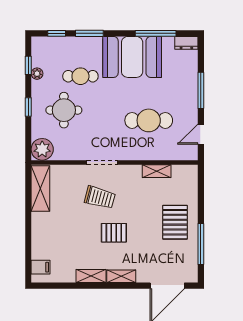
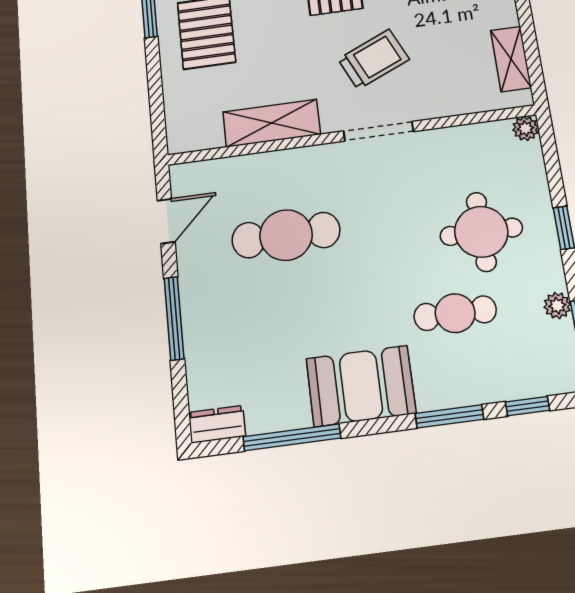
booth: (132, 57) -> (361, 386), width x0.73, depth x0.70
plant: (42, 149) -> (526, 128), width x0.53, depth x0.53
shelving: (157, 171) -> (272, 123), width x1.50, depth x1.33
shelving: (40, 188) -> (511, 59), width x0.67, depth x0.75
trolley: (100, 197) -> (374, 59), turned 141

